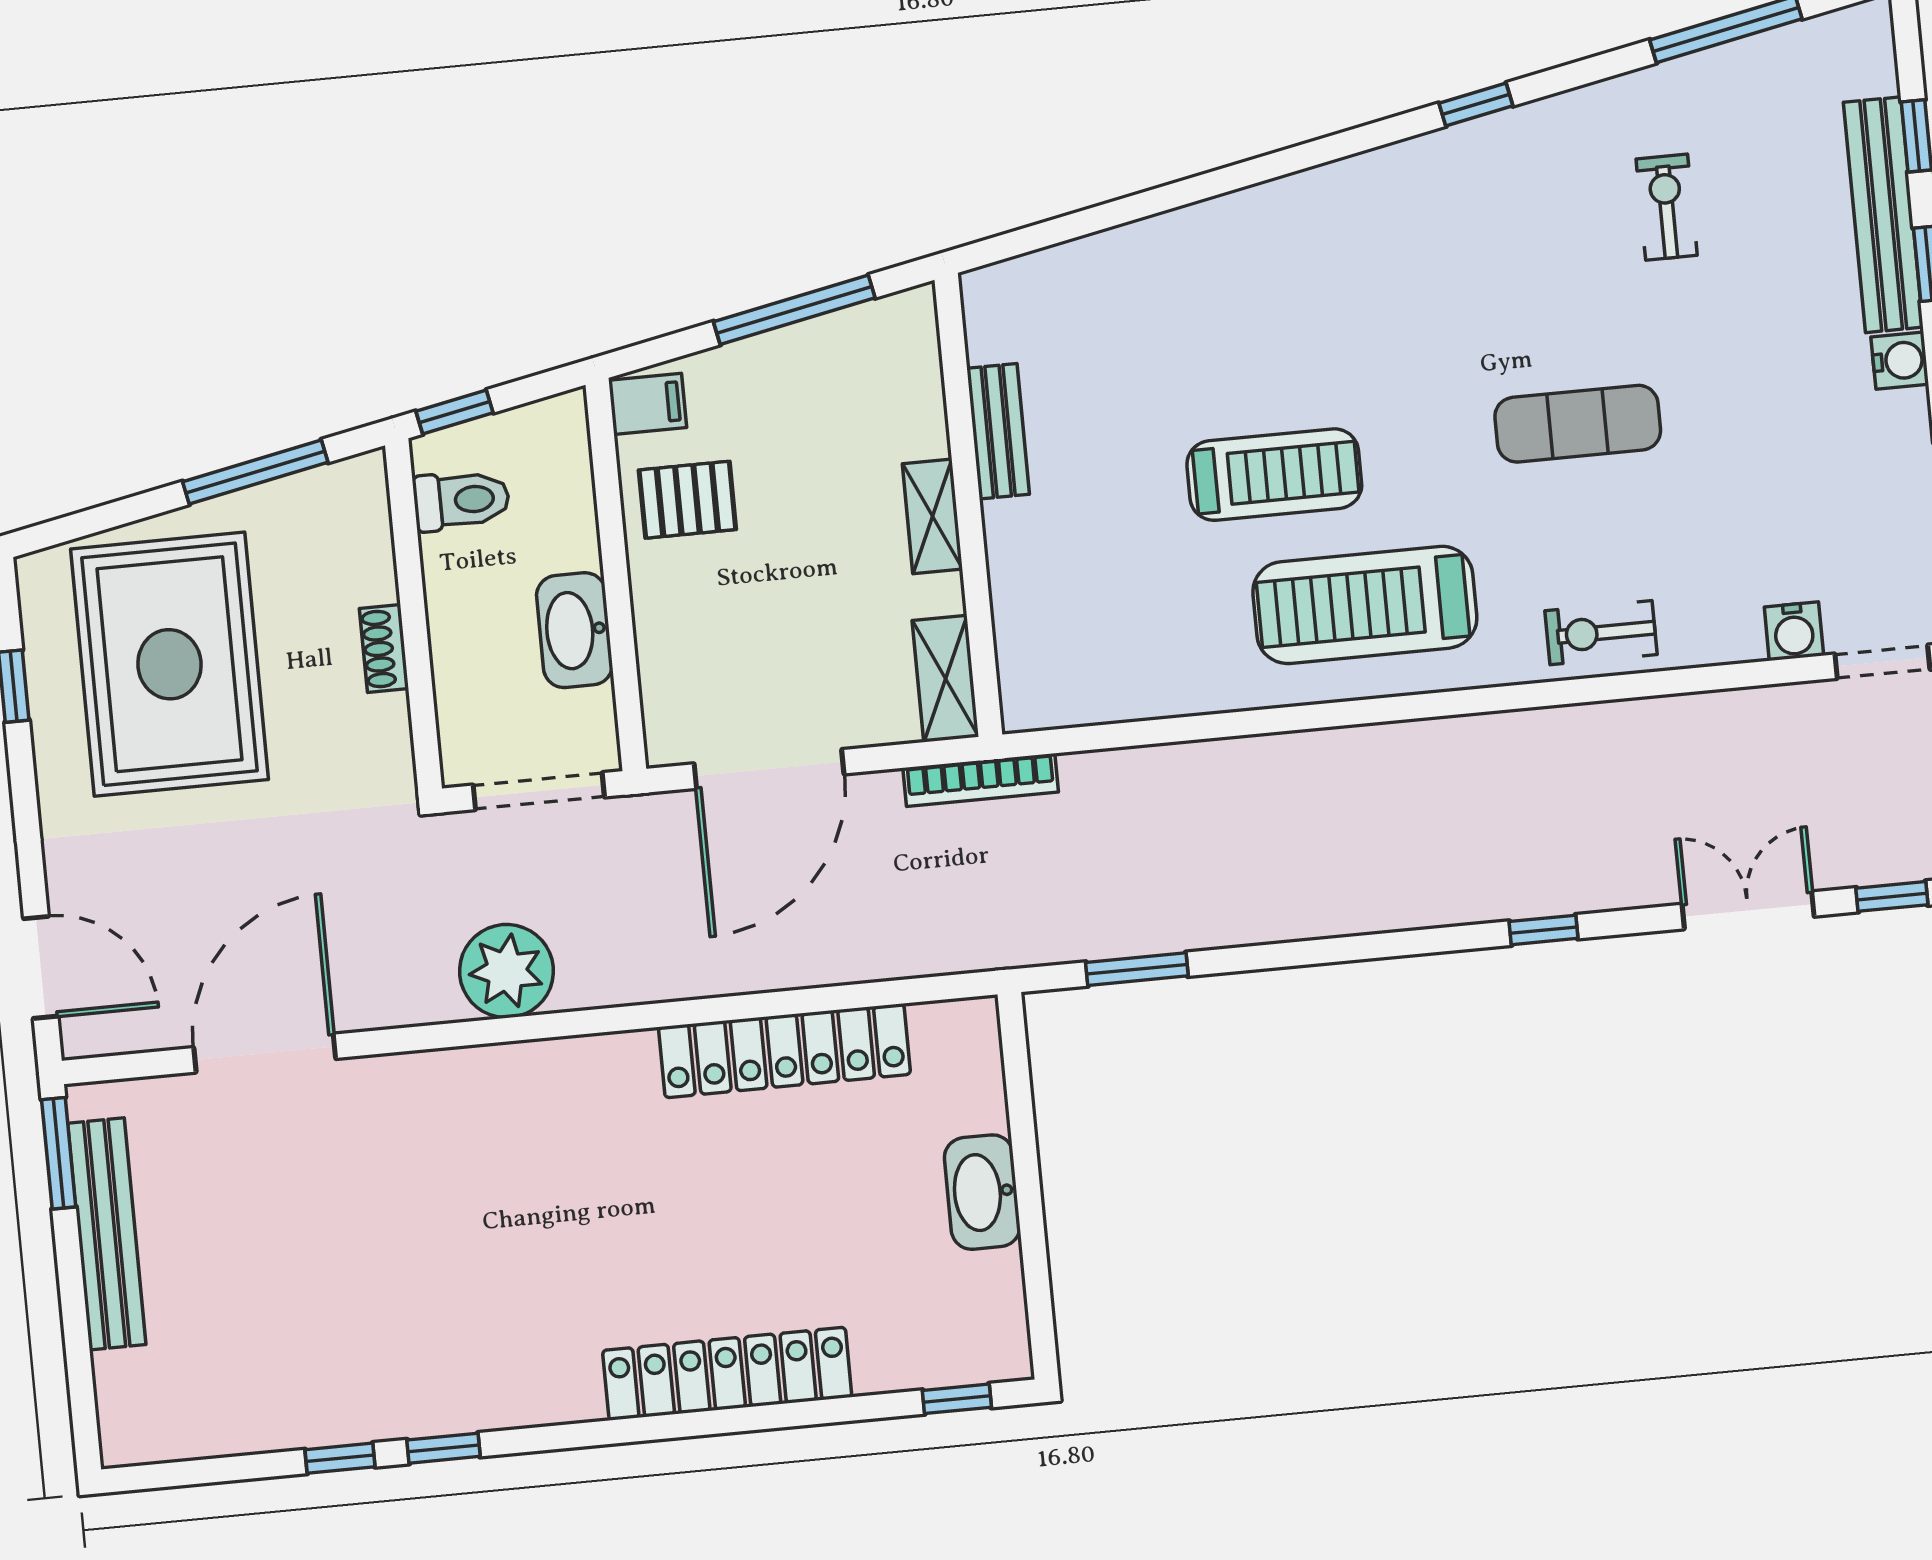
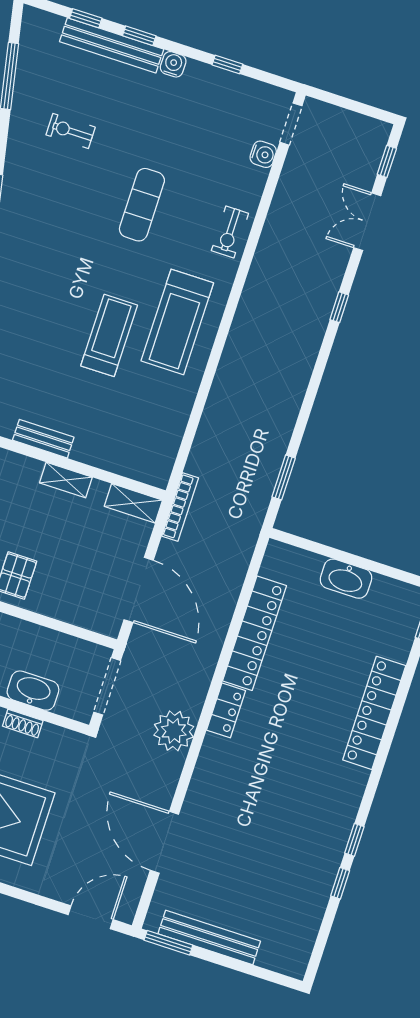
washbasin: (575, 630) -> (33, 691), moved, turned 180
locker: (597, 1062) -> (226, 710), added

